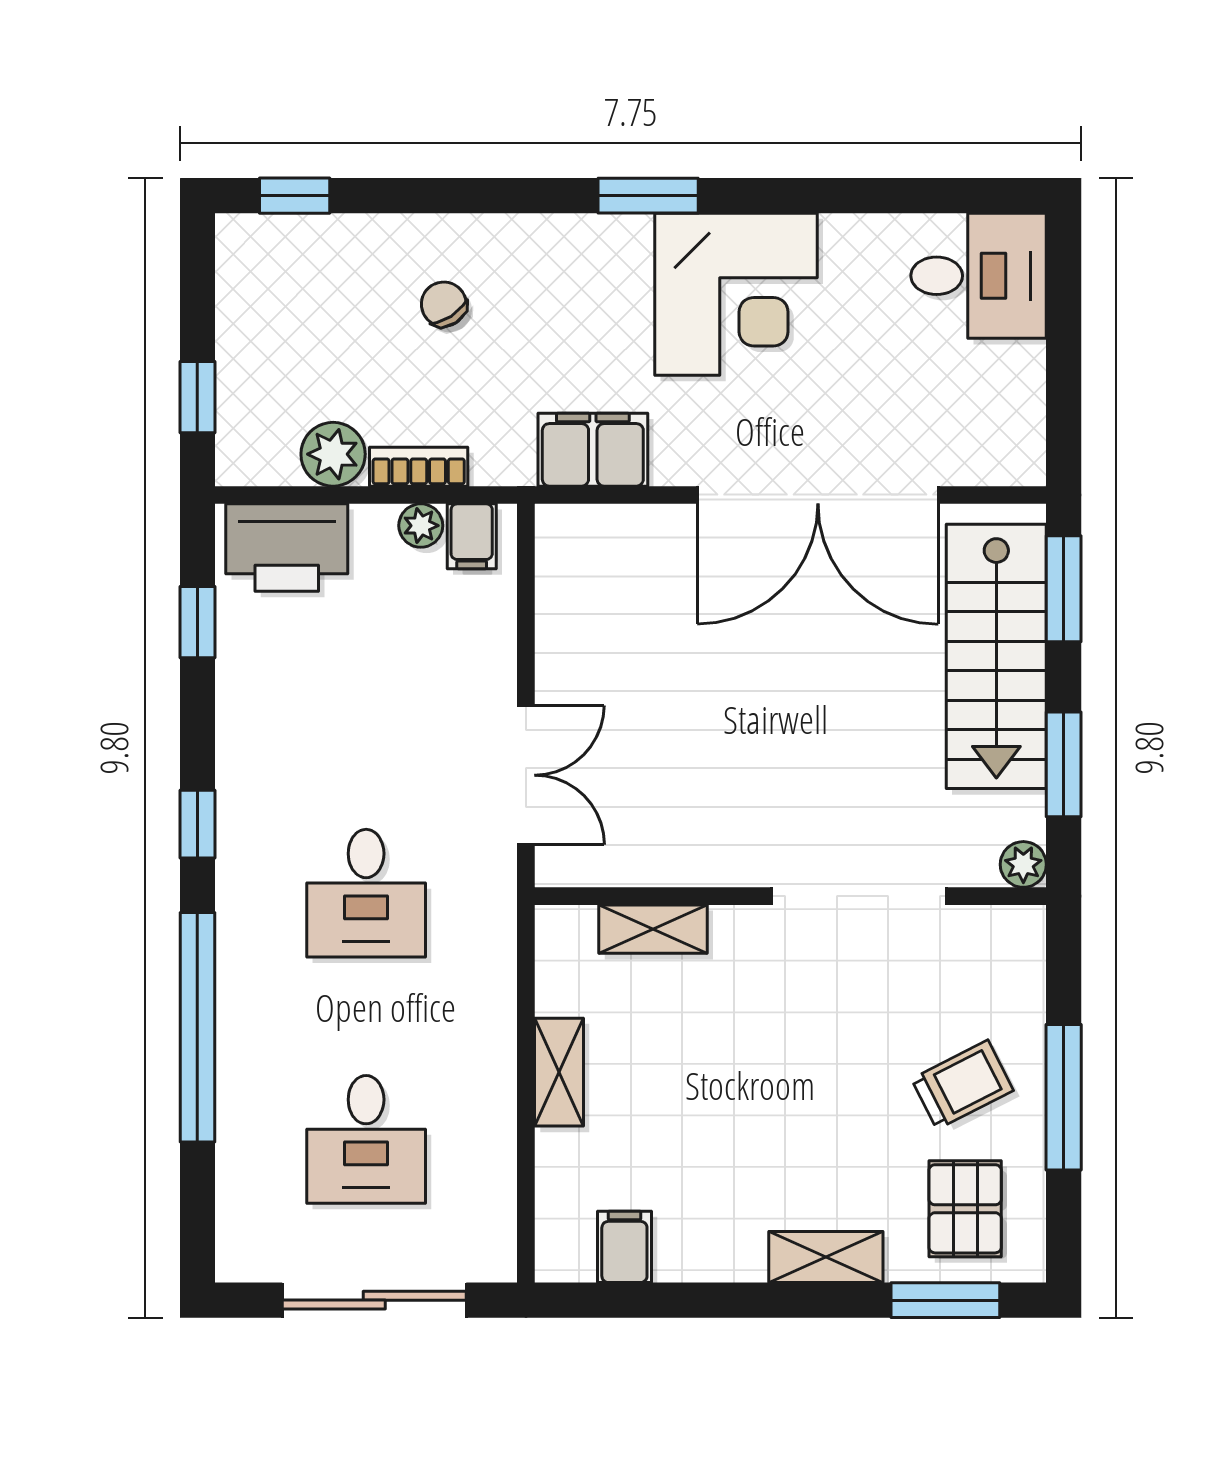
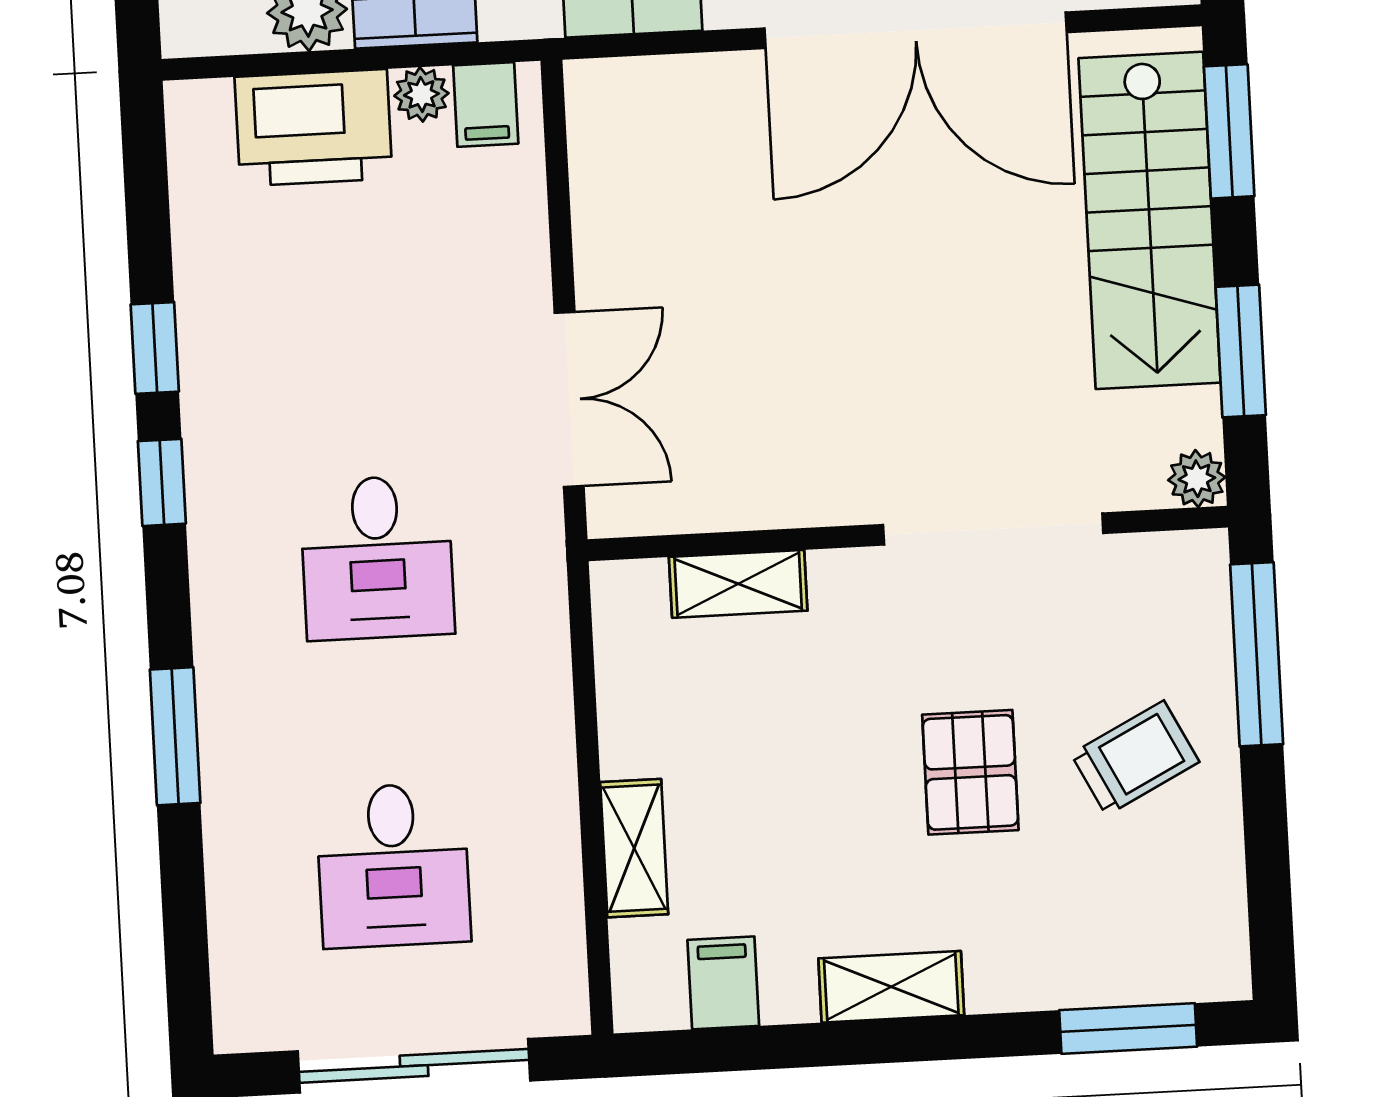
printer: (287, 548) -> (314, 128), moved
window: (197, 622) -> (155, 348), moved
window: (197, 1027) -> (175, 736), width x0.47
shelving: (559, 1072) -> (634, 848), moved
window: (1064, 1097) -> (1257, 654), moved
pallet: (965, 1209) -> (970, 772), moved
shelving: (826, 1257) -> (891, 987), moved

